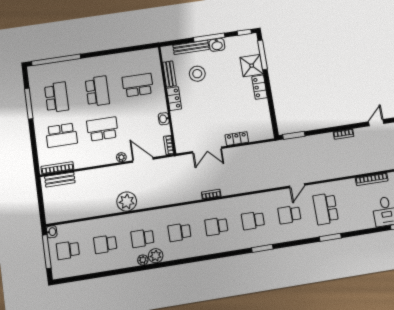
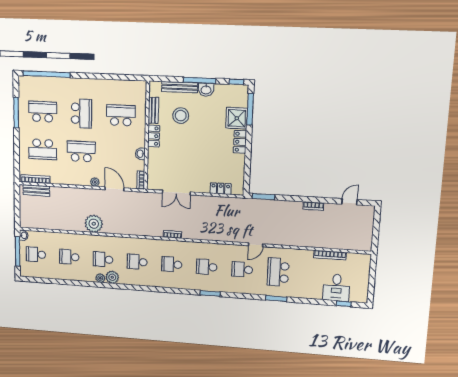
school desk: (57, 97) -> (43, 112), turned -90
locker: (237, 139) -> (221, 189), moved

